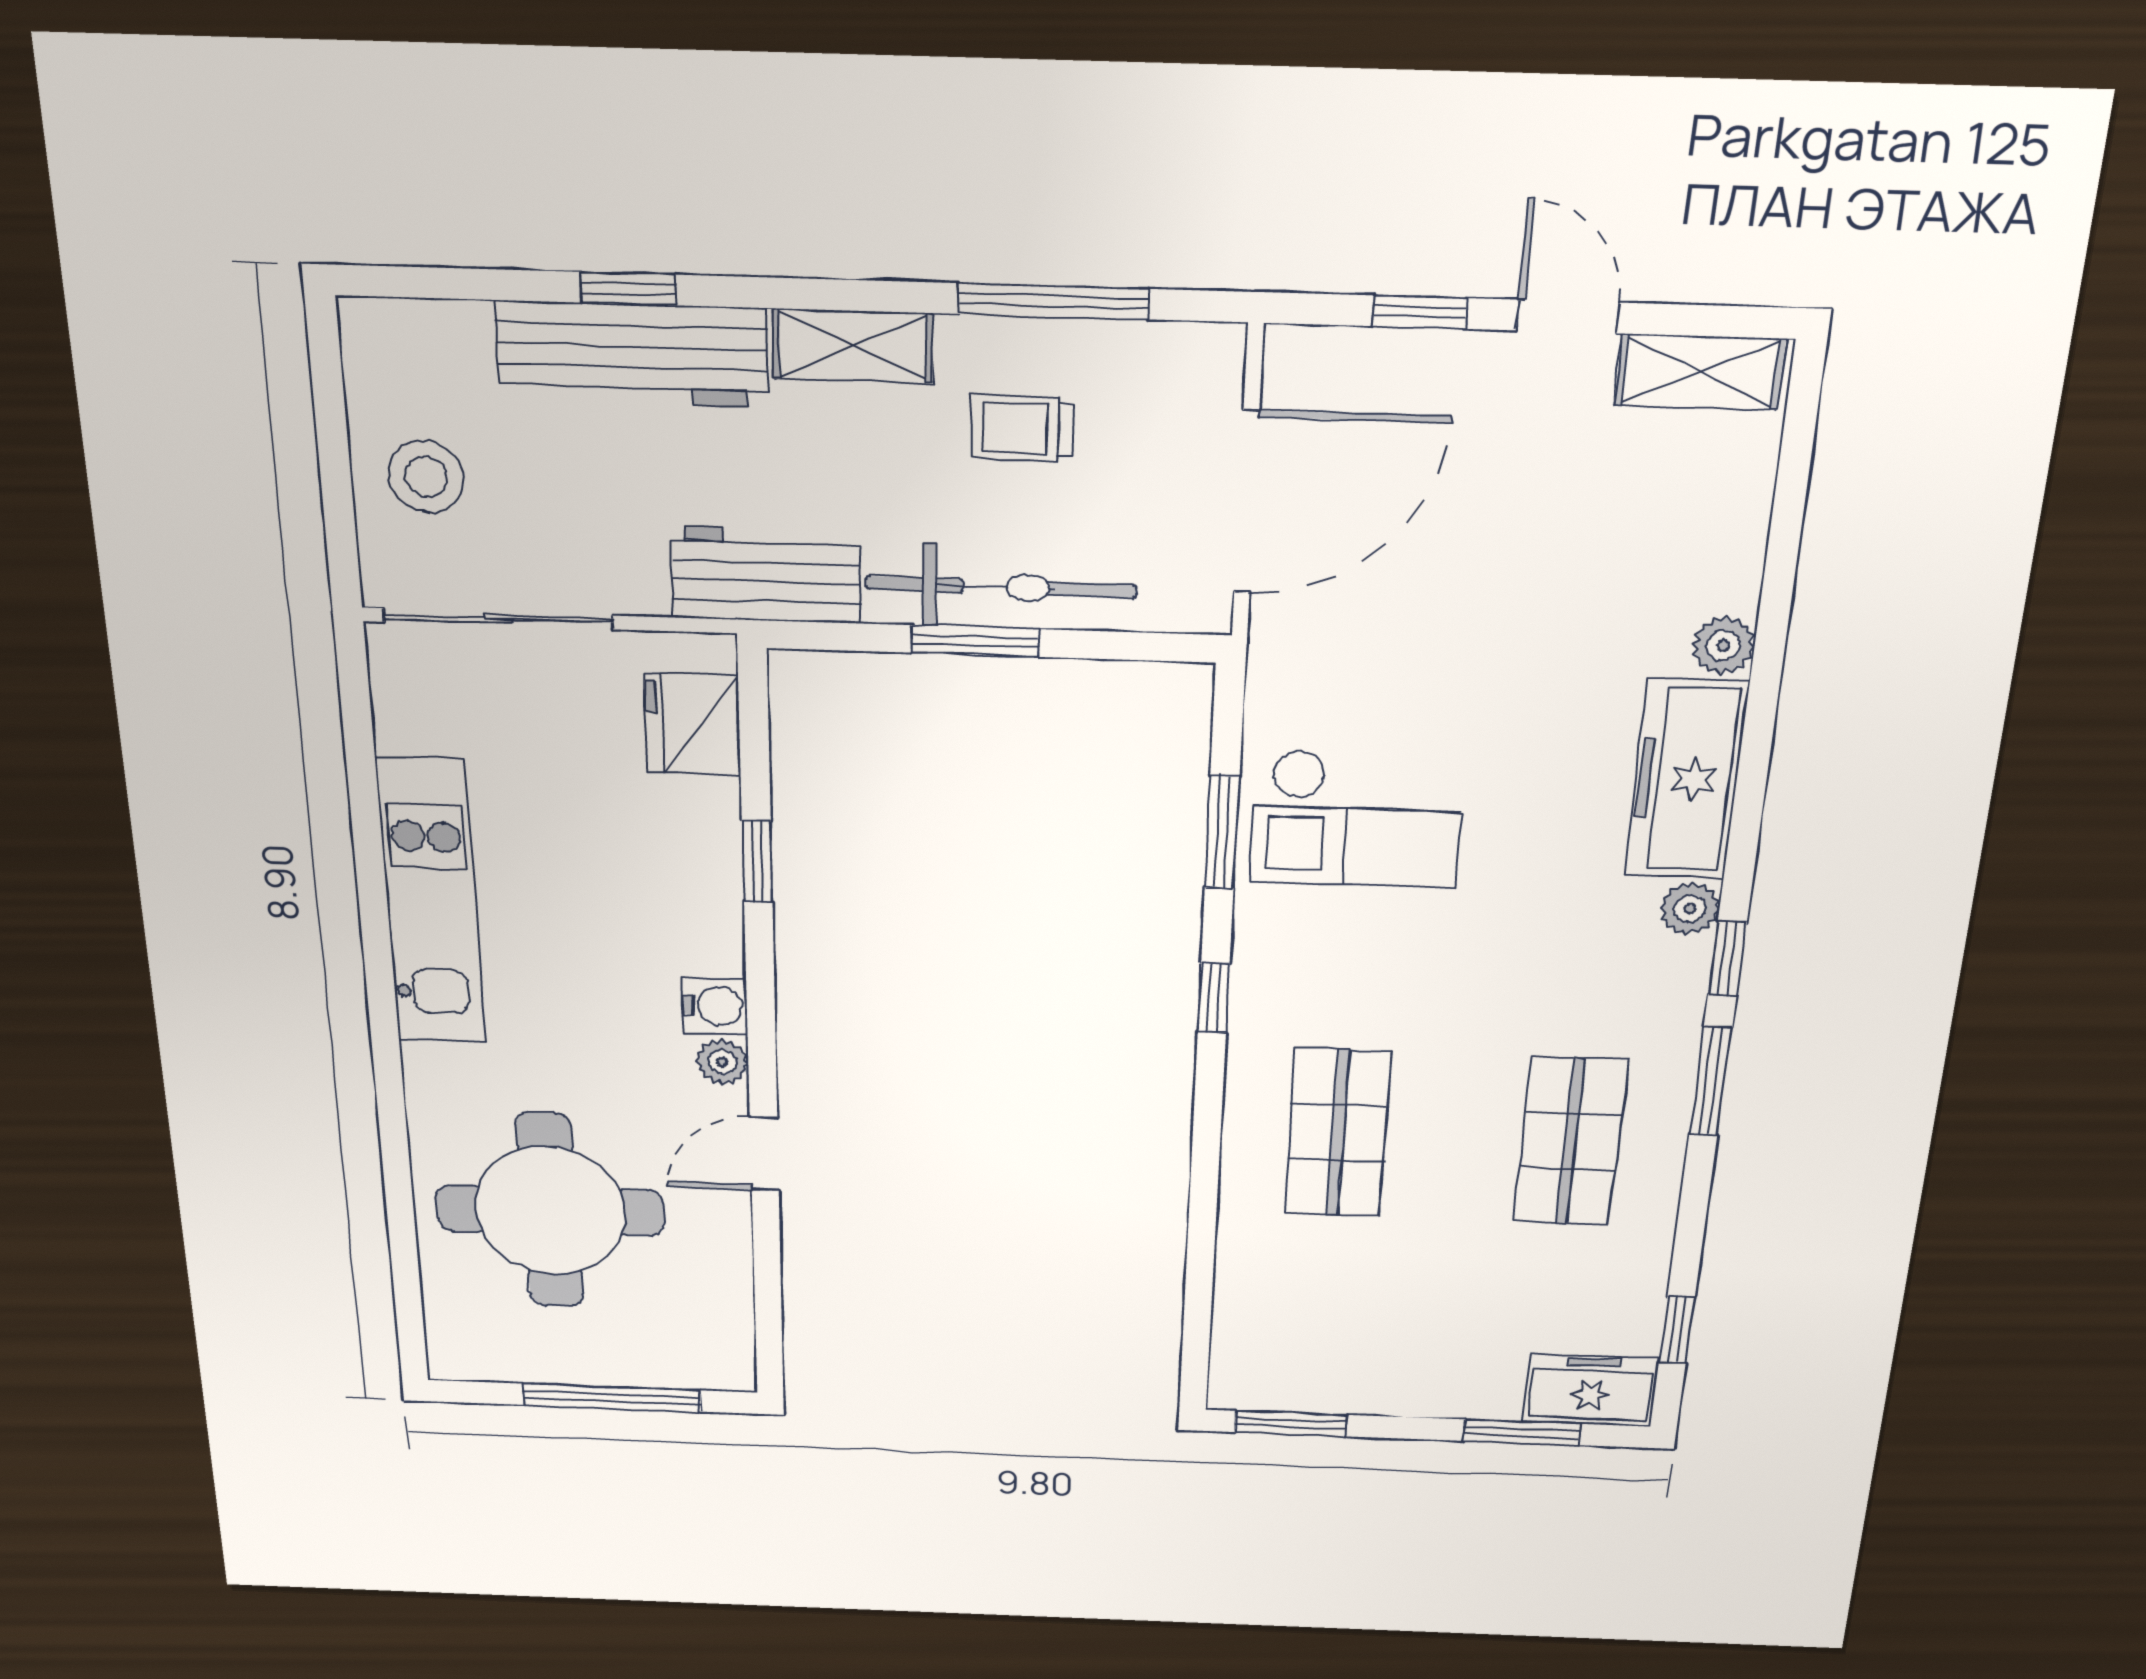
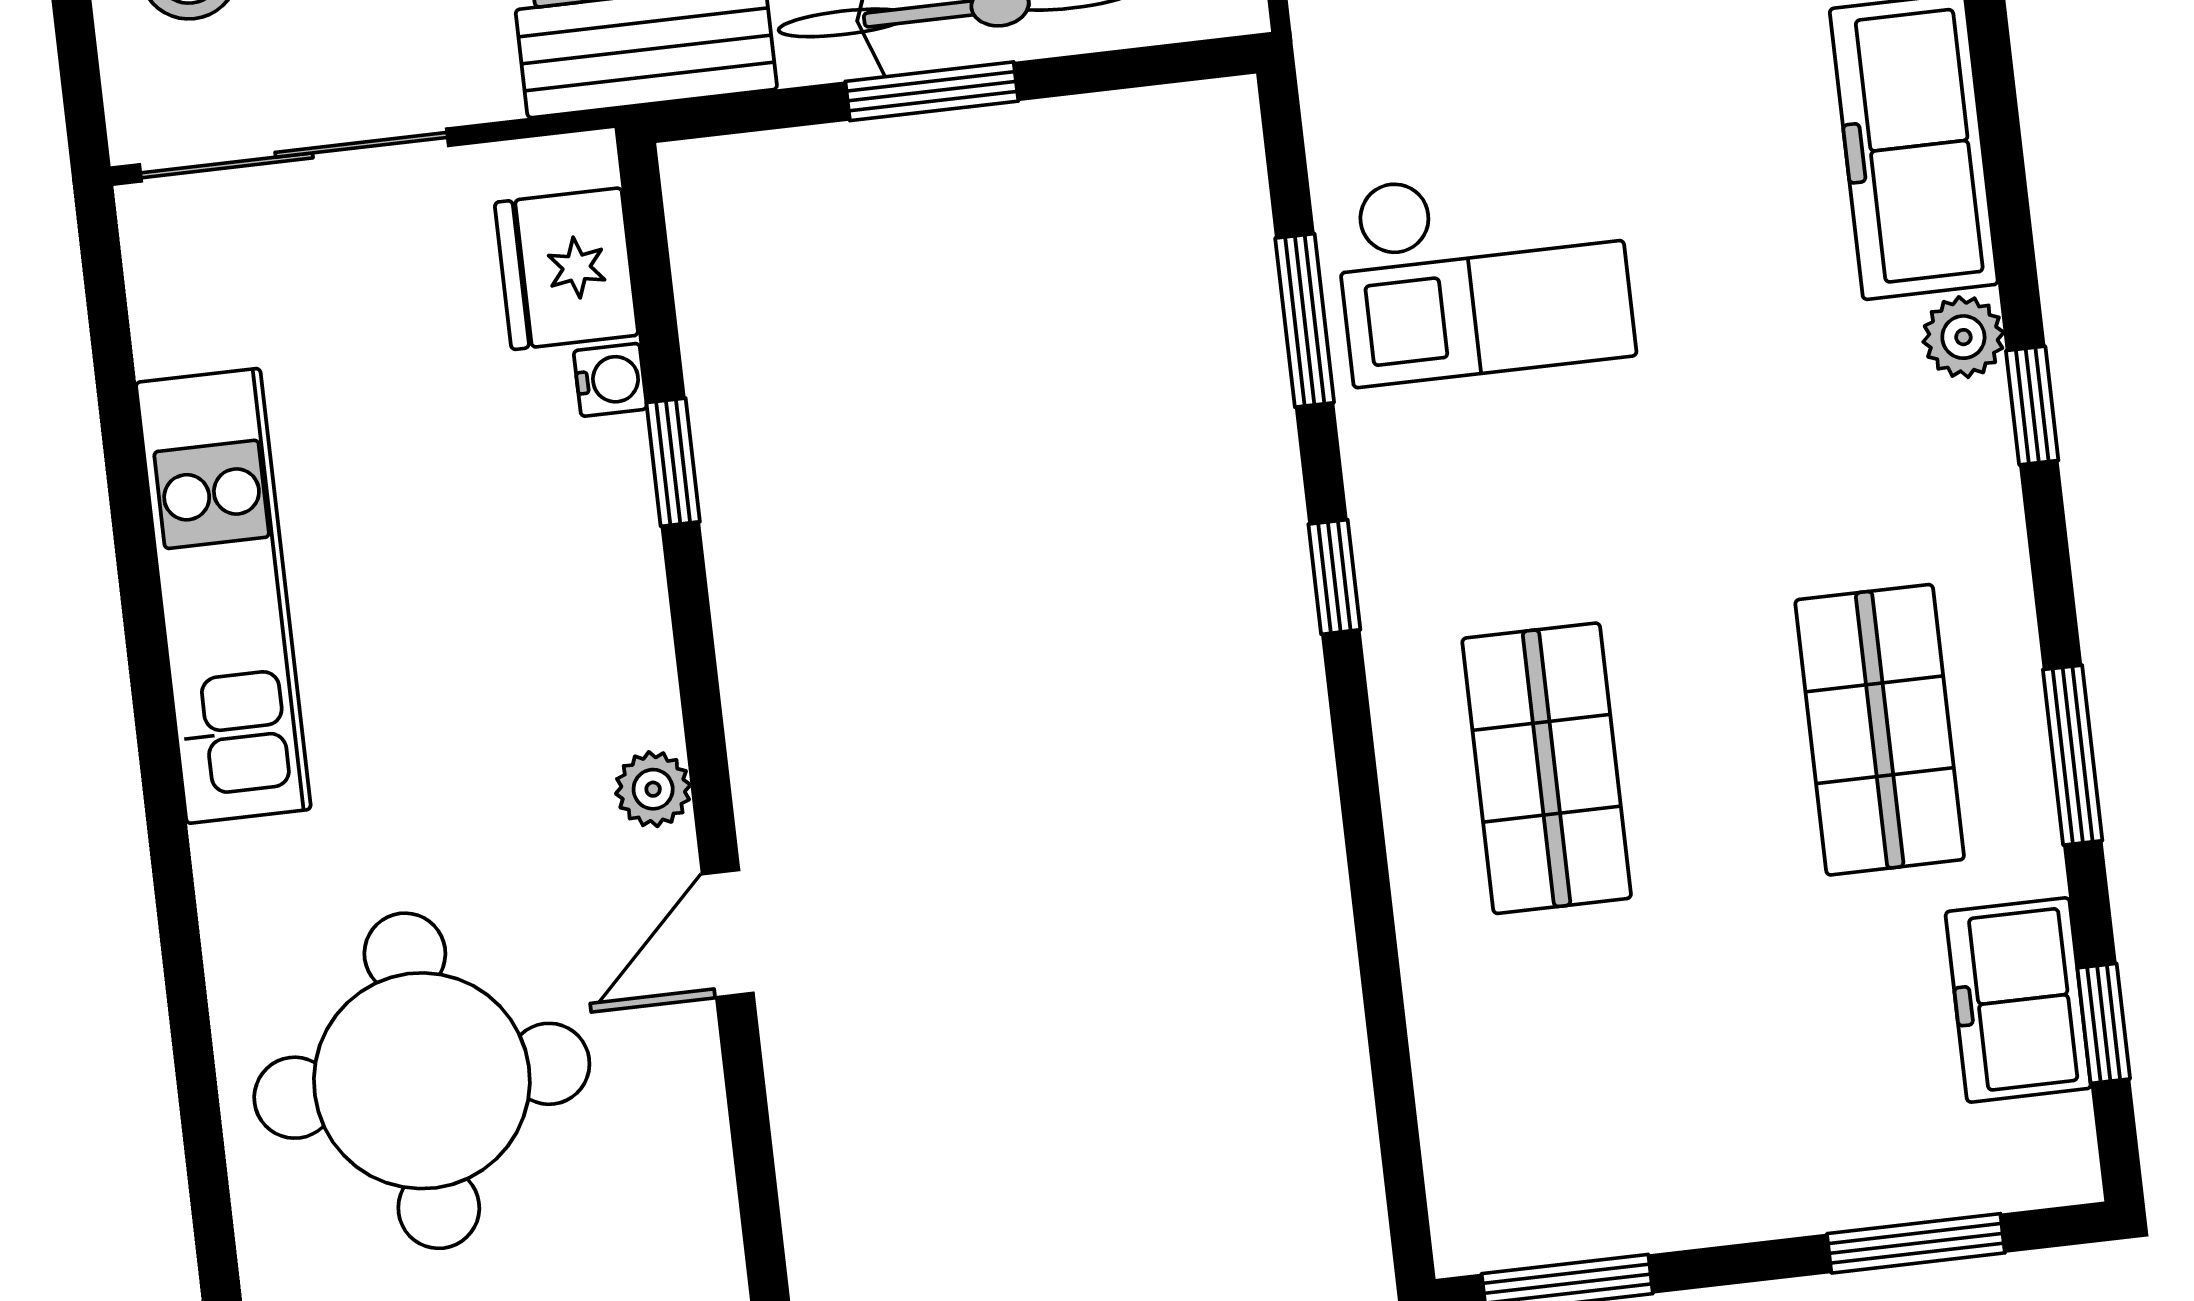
water cooler: (715, 1006) -> (610, 380), moved, width x0.72, depth x0.72
window: (1711, 1081) -> (2073, 755), moved
freezer: (1591, 1390) -> (2018, 1000), moved, turned -90

